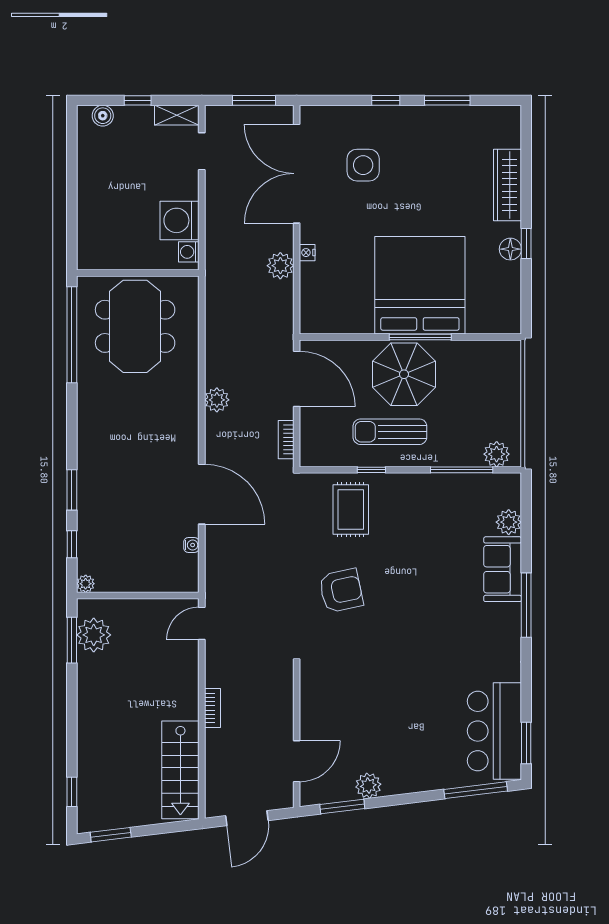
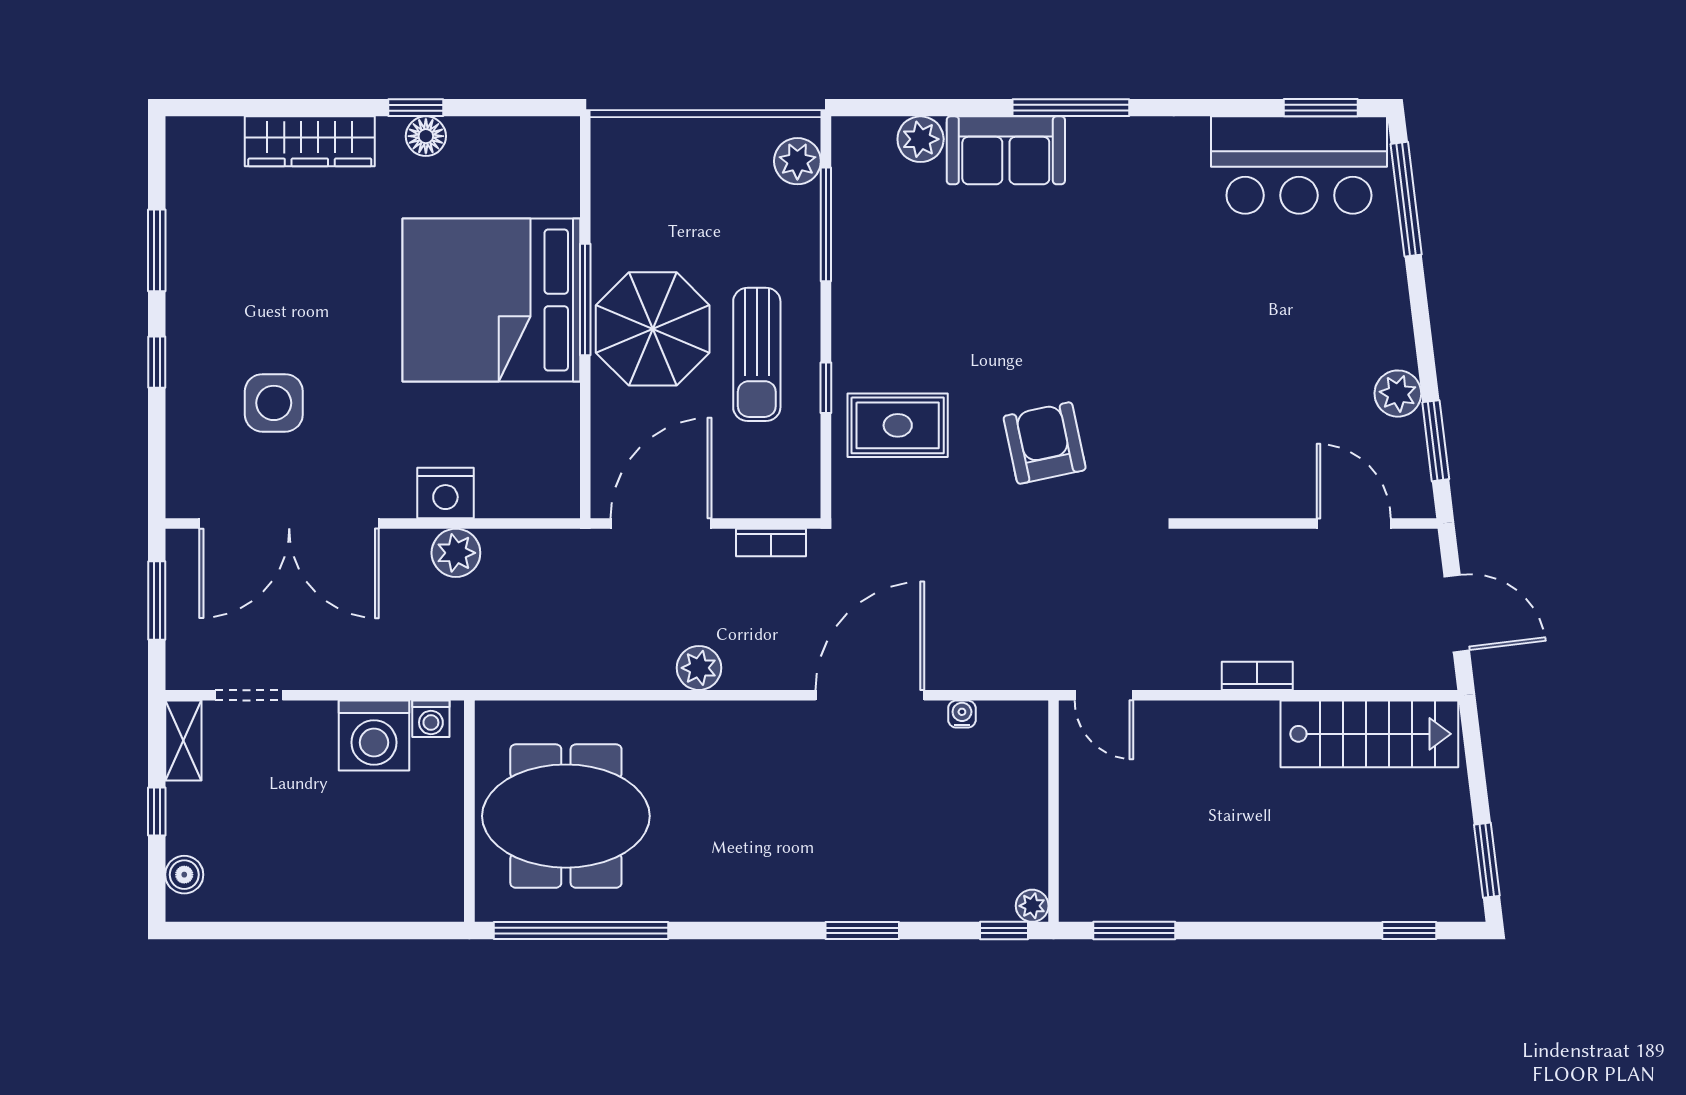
nightstand: (307, 253) -> (445, 493), width x1.89, depth x1.79
window: (72, 544) -> (1004, 931), moved
plant: (94, 635) -> (1125, 891), removed

